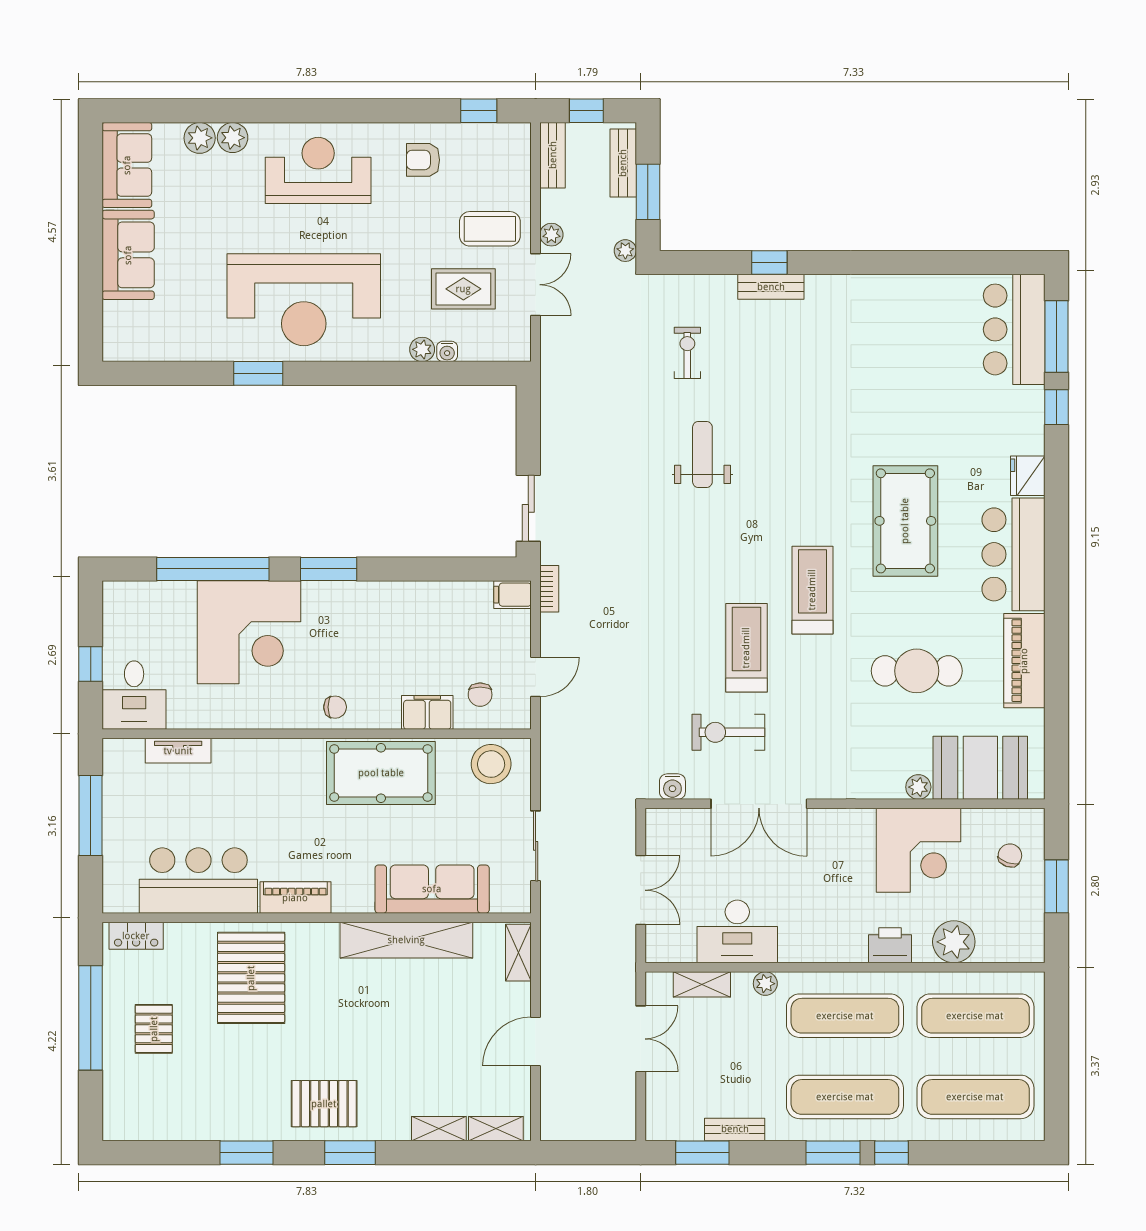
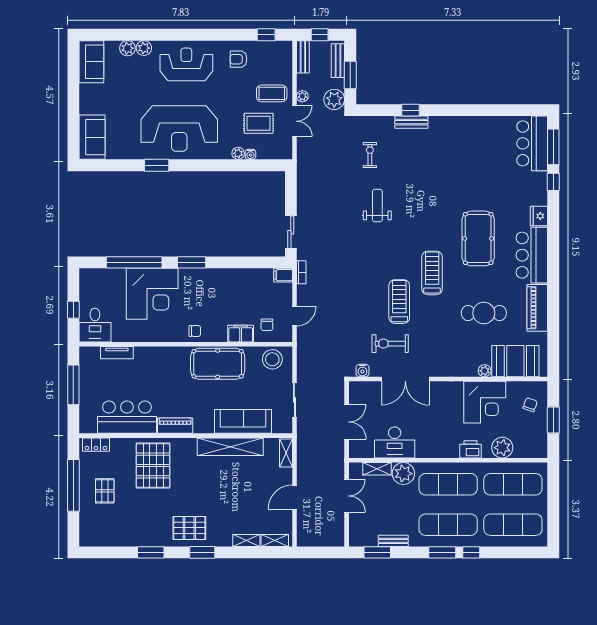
plant: (625, 251) -> (334, 99), width x1.87, depth x1.87
sofa: (128, 255) -> (92, 137), moved
plant: (765, 984) -> (403, 474), width x1.88, depth x1.88

